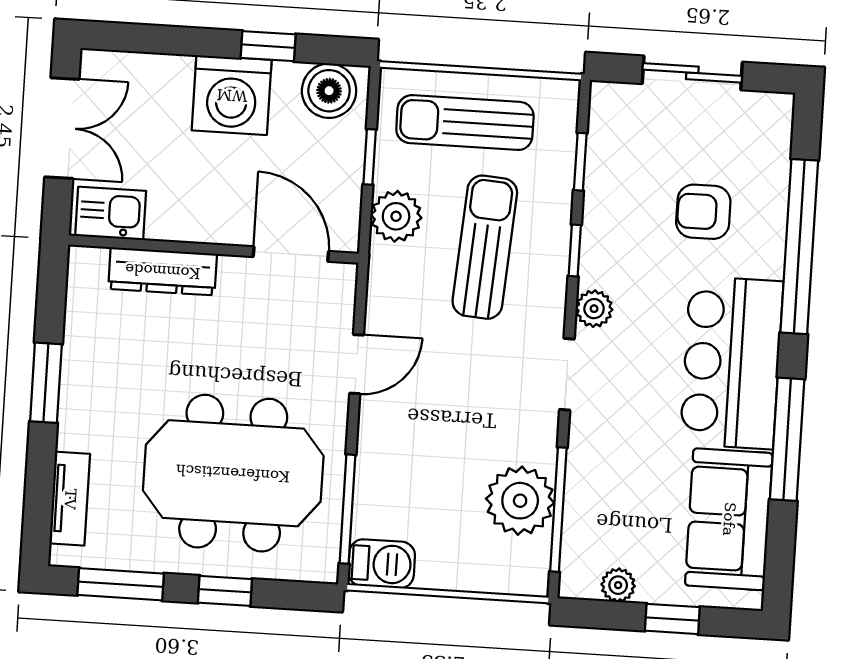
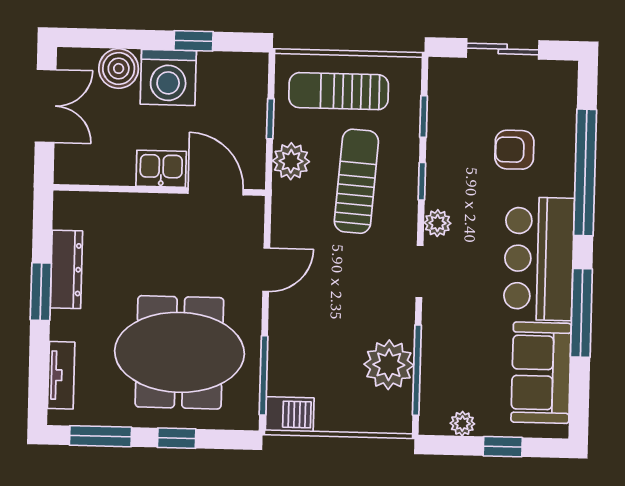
boiler: (329, 91) -> (119, 68), moved
kitchen sink: (111, 213) -> (161, 169), moved
dresser: (163, 271) -> (66, 269), moved, turned -90

